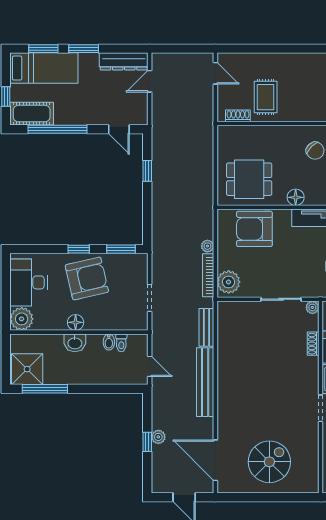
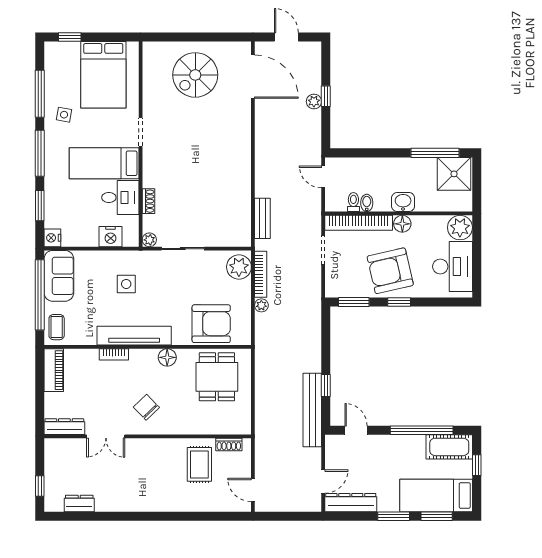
dining table: (249, 179) -> (217, 377), turned 90
bookcase: (116, 323) -> (359, 223), added
bench: (205, 382) -> (312, 410), moved

